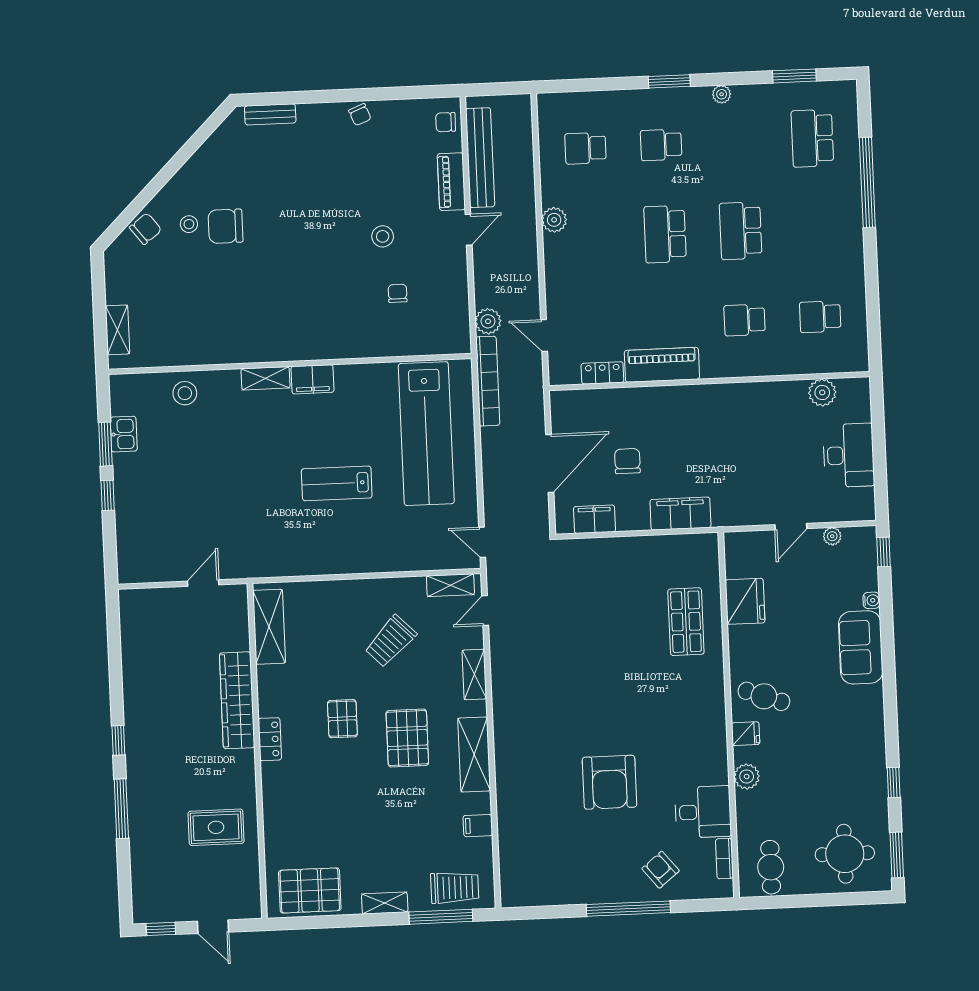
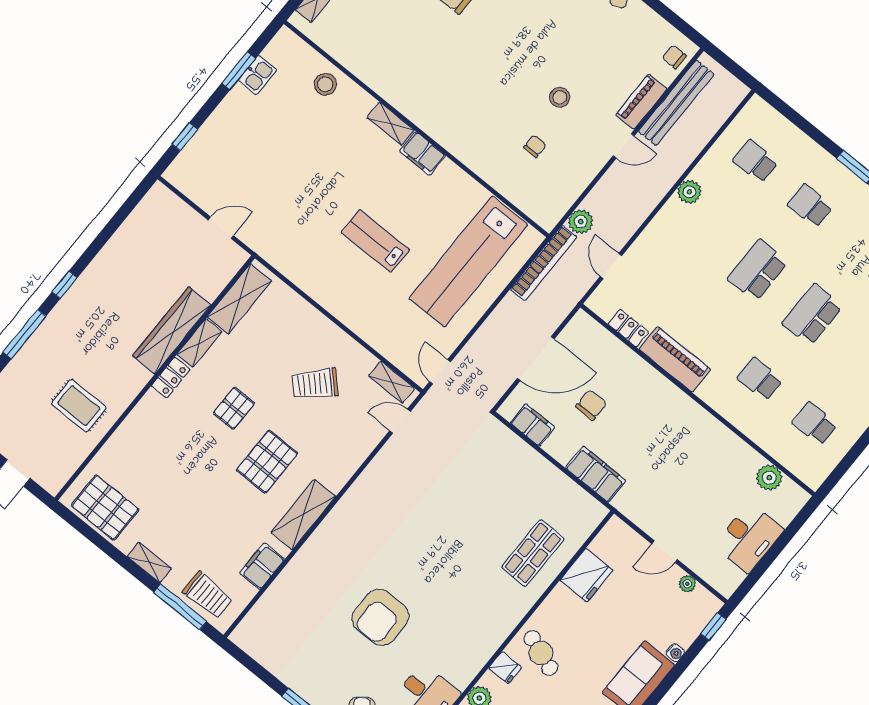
window: (108, 495) -> (185, 137), moved
shelving: (474, 674) -> (199, 343), moved
filing cabinet: (478, 826) -> (262, 566), width x2.00

